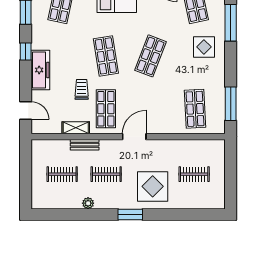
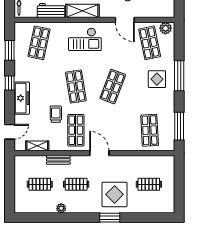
window: (231, 23) -> (179, 76), moved
door: (26, 111) -> (10, 132), hinge flipped
shelving: (76, 128) -> (37, 146), moved
door: (134, 137) -> (99, 153), hinge flipped
window: (130, 214) -> (110, 218), moved

